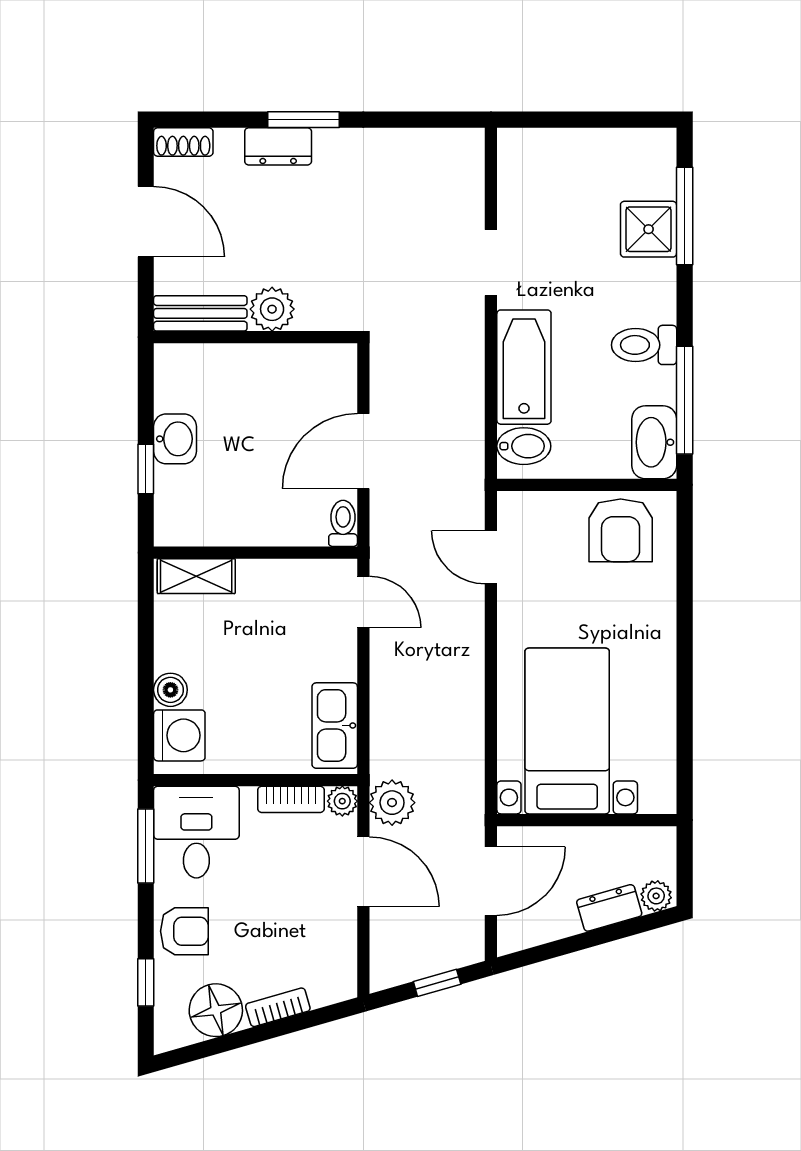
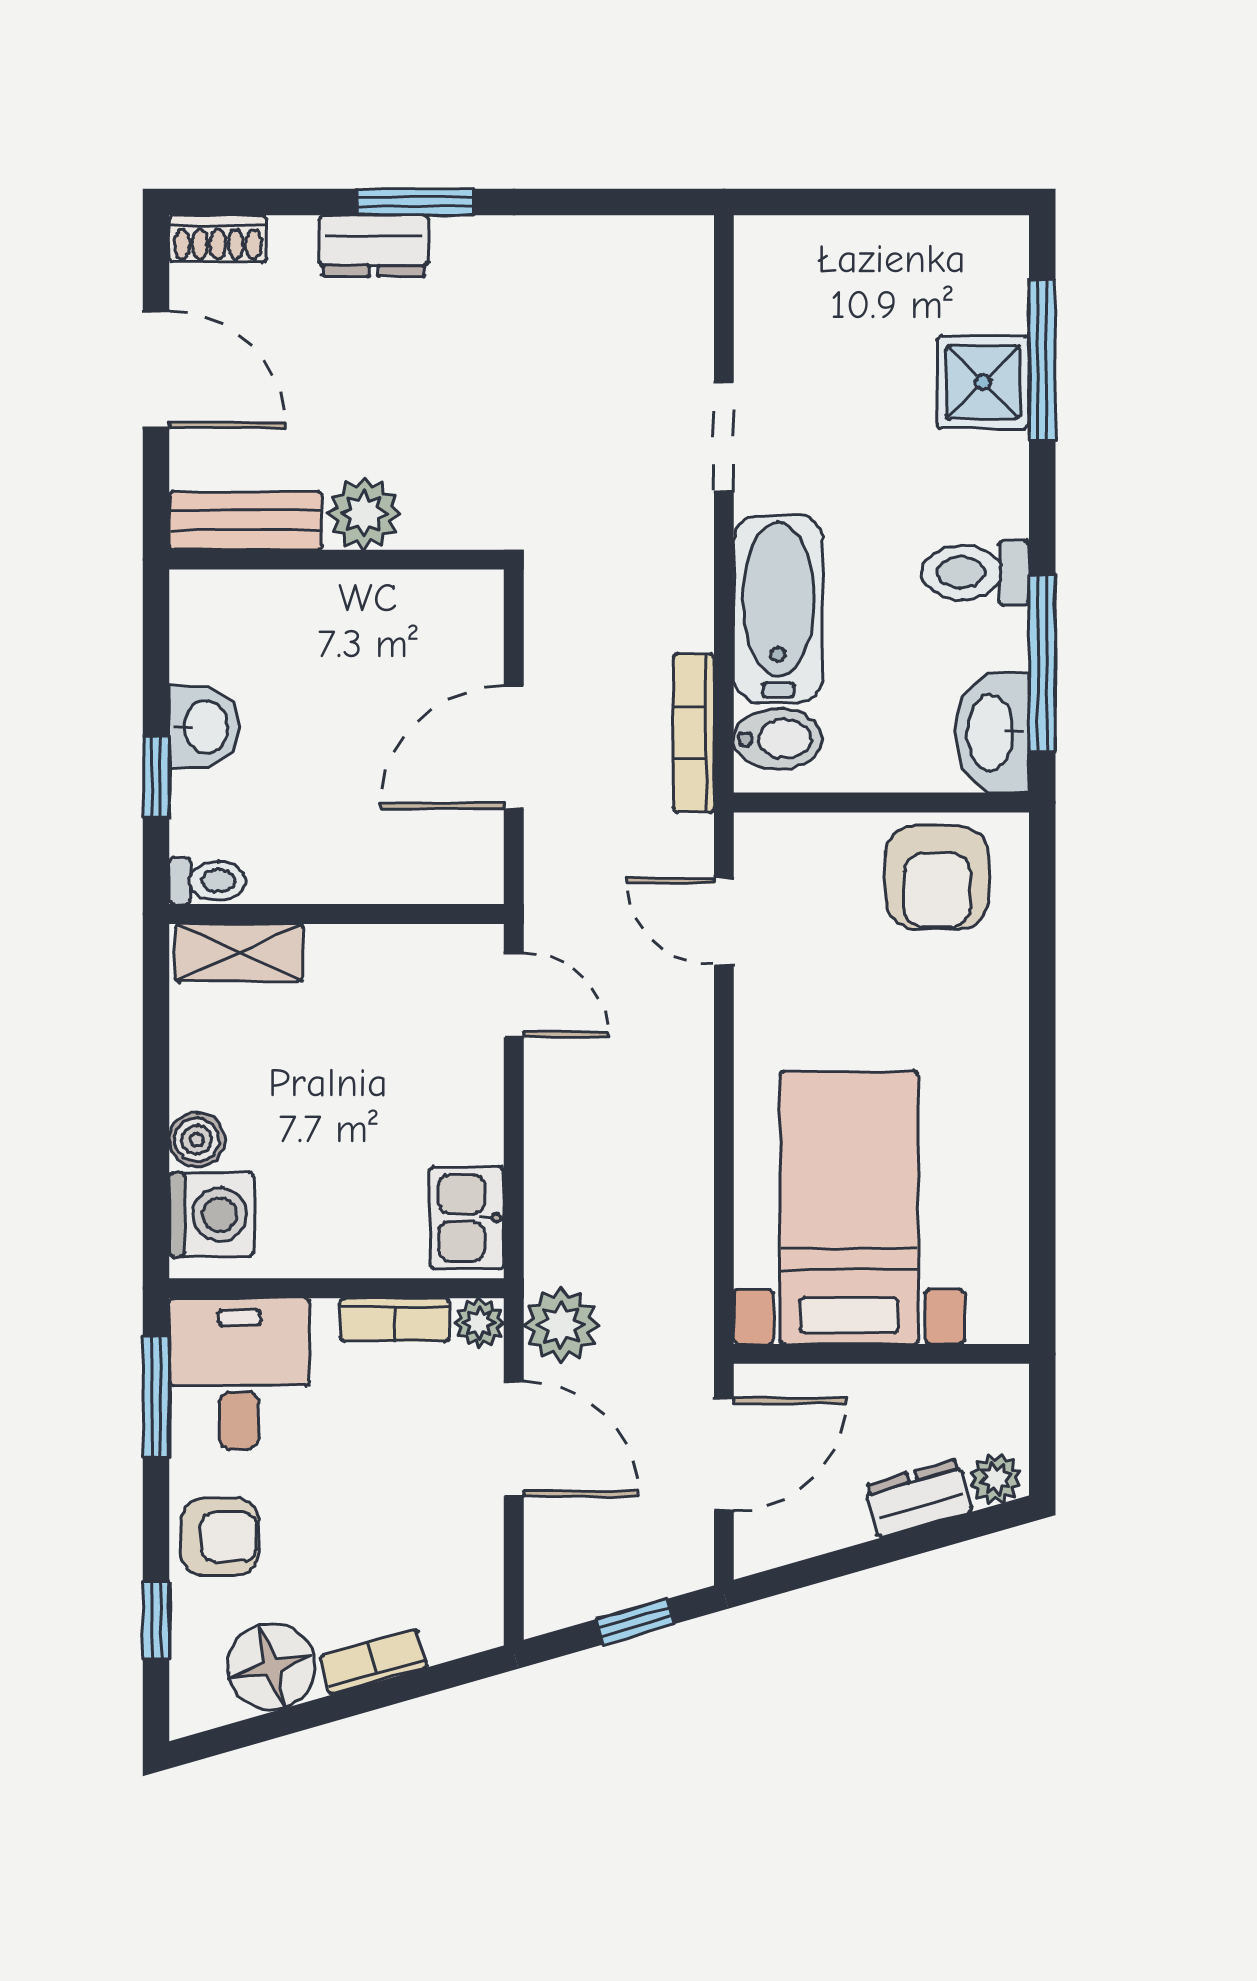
bookcase: (473, 443) -> (694, 733), added
toilet: (343, 523) -> (207, 881), moved, turned 90
kitchen sink: (335, 726) -> (467, 1218), width x0.73

